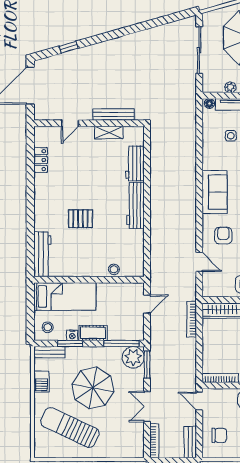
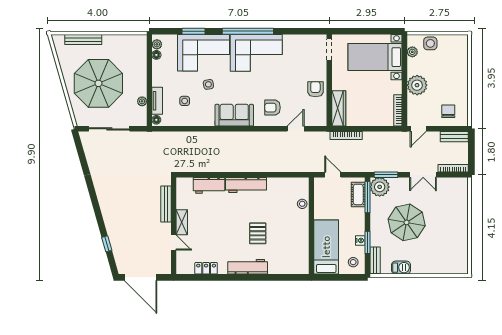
shelving: (109, 132) -> (182, 222), moved
workbench: (42, 254) -> (248, 267), moved
cot: (93, 333) -> (358, 194), moved
sun lounger: (70, 428) -> (441, 243), removed

